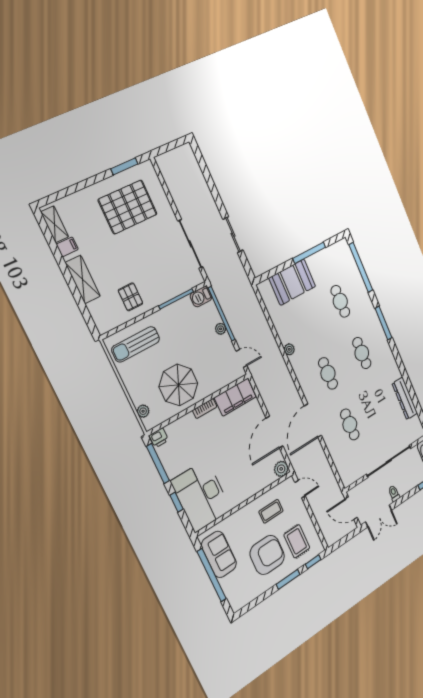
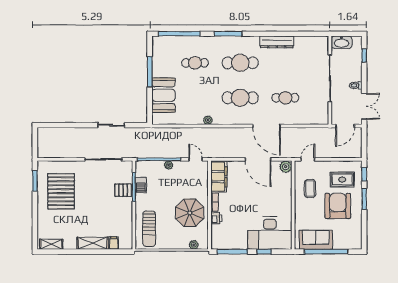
filing cabinet: (67, 247) -> (114, 243), moved
pallet: (131, 297) -> (123, 190), moved
barbecue: (201, 297) -> (141, 185), moved
cafe table: (362, 353) -> (240, 63), width x1.37, depth x1.35
door: (242, 358) -> (196, 159), hinge flipped
cafe table: (328, 373) -> (240, 98), width x1.37, depth x1.35
dresser: (405, 398) -> (277, 42), moved
printer: (159, 438) -> (216, 218), moved

